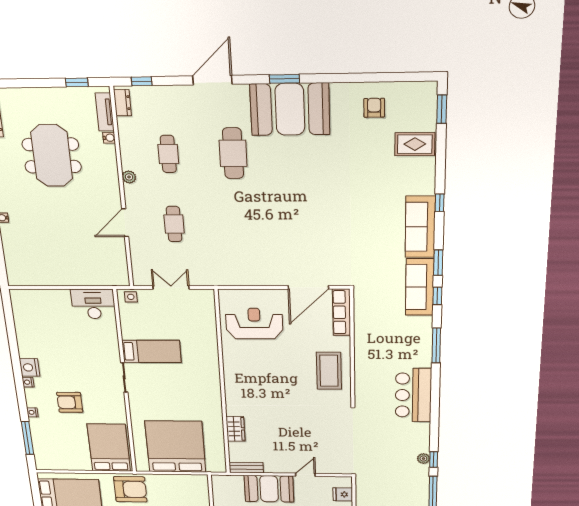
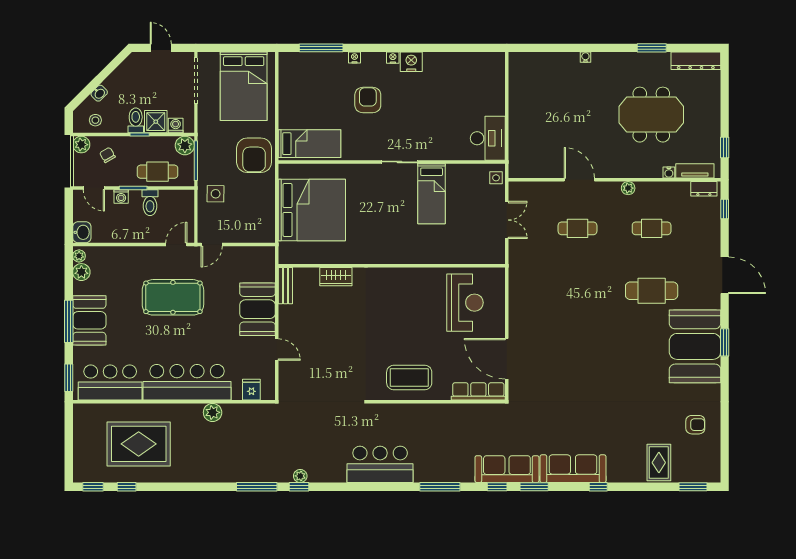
bed: (109, 448) -> (310, 144), width x0.67

